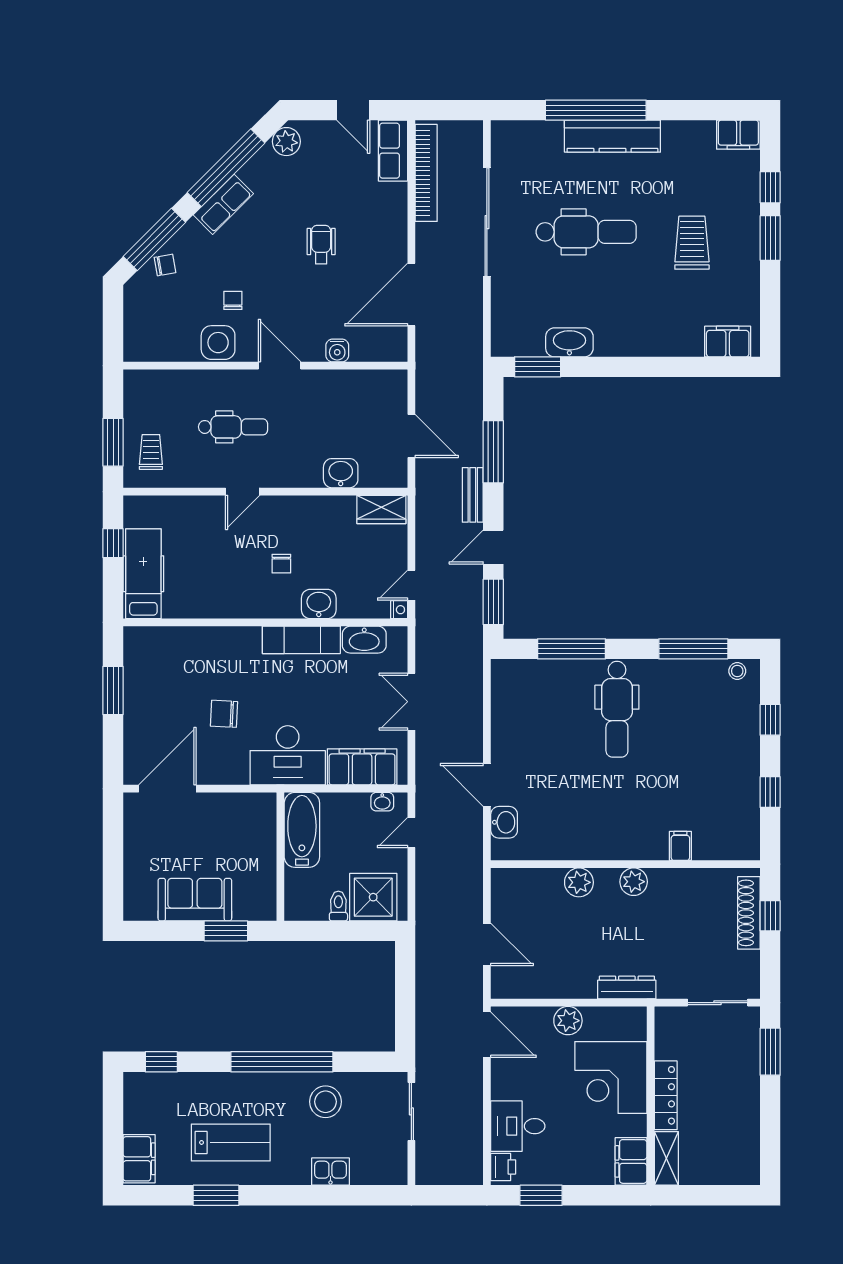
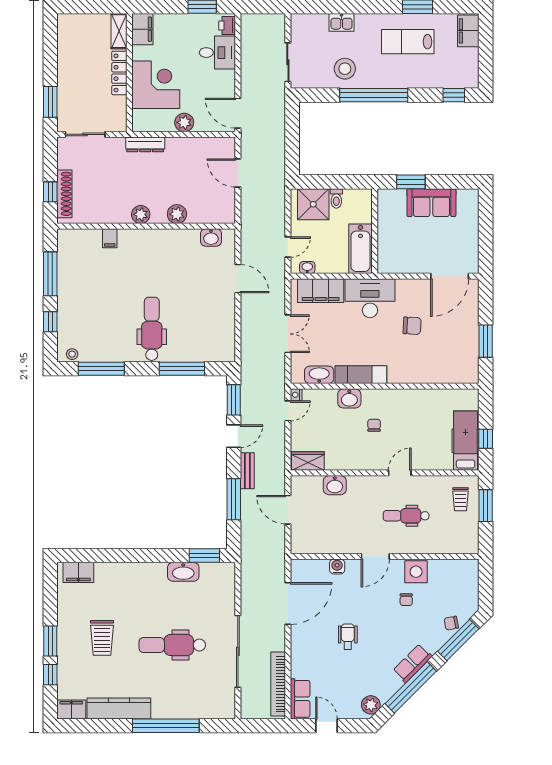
kitchen counter: (612, 136) -> (119, 708), moved
wheelchair: (321, 245) -> (348, 637), turned 180
door: (280, 366) -> (375, 556), hinge flipped
hospital bed: (143, 574) -> (466, 441), moved, turned 180
window: (770, 792) -> (50, 274), width x2.17
washbasin: (504, 822) -> (211, 237), moved, turned -90

